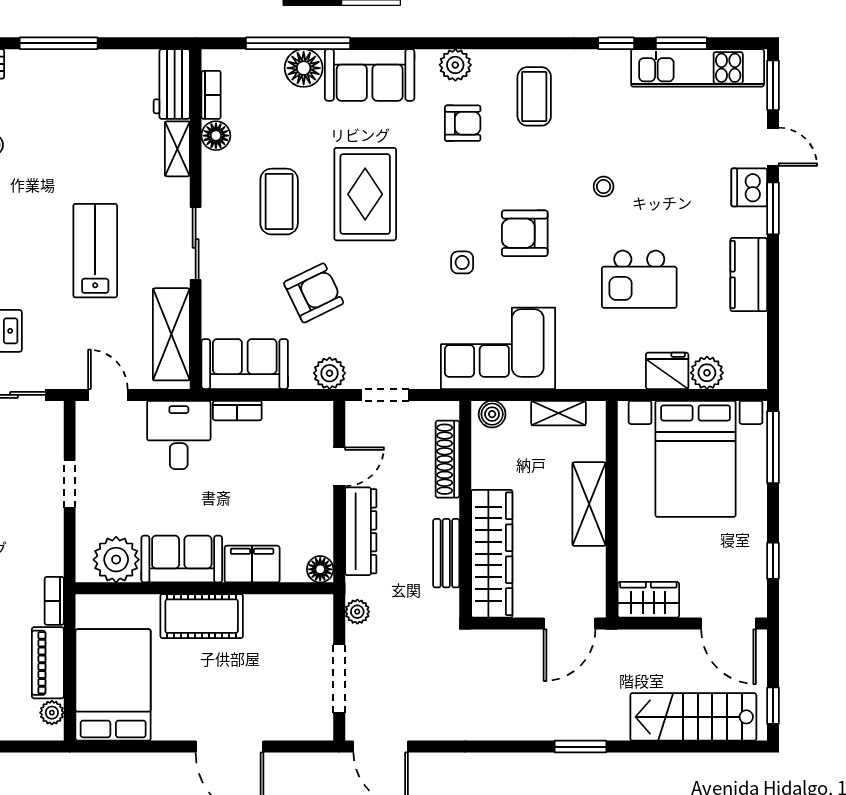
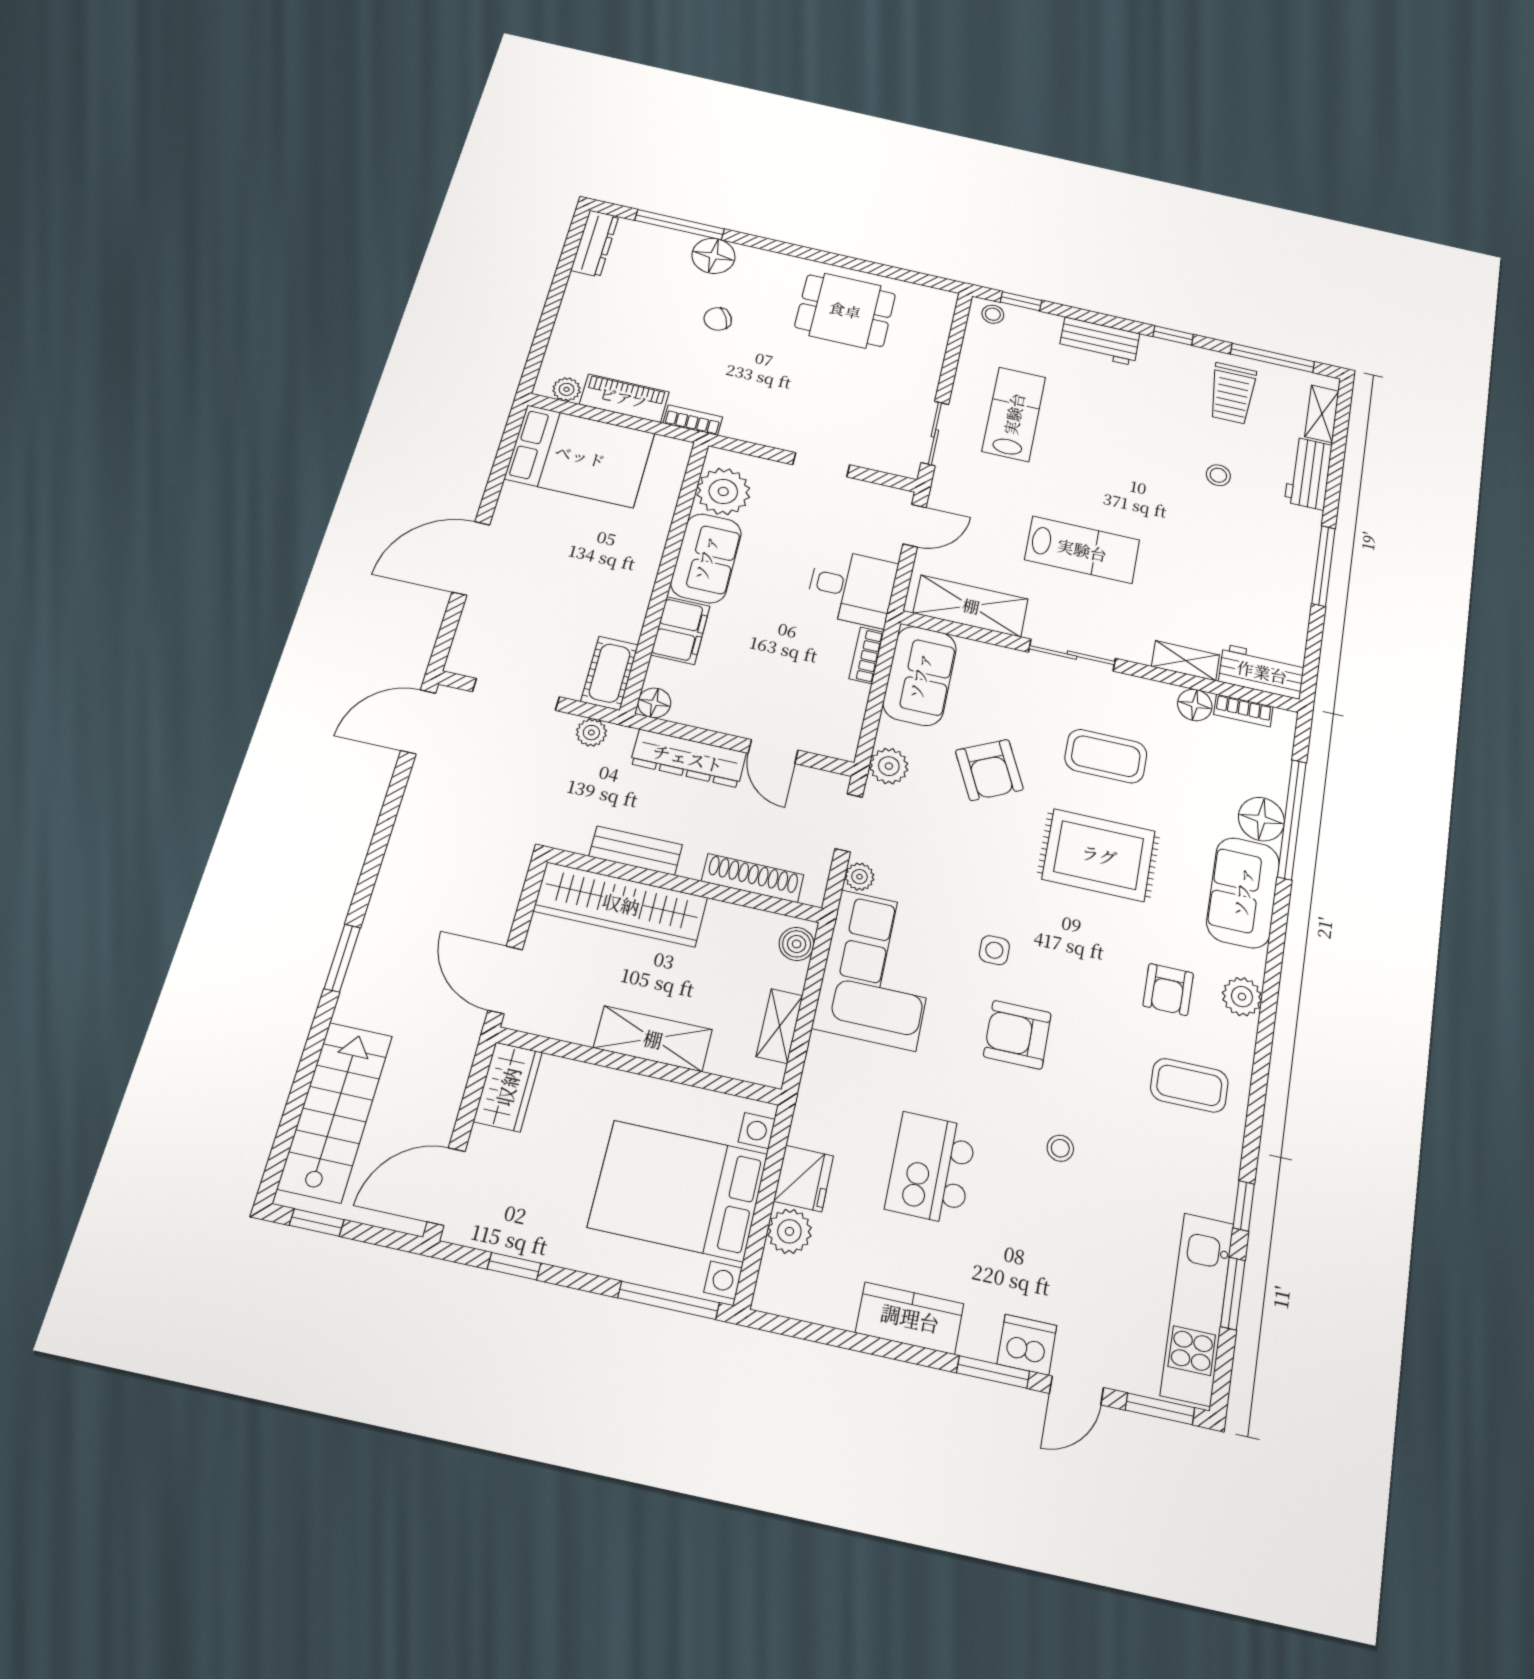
armchair: (525, 233) -> (1017, 1035), turned -90
plant: (427, 377) -> (860, 877), added
cot: (202, 616) -> (610, 673), moved, width x0.73, depth x0.75

